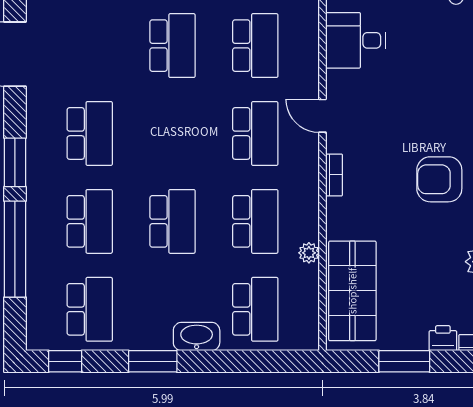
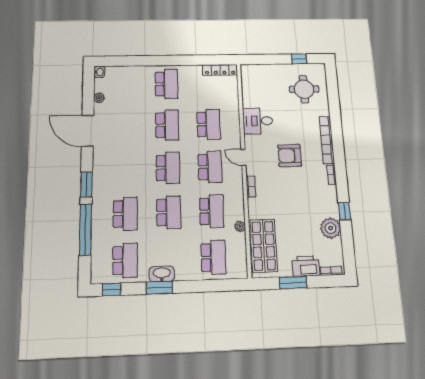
school desk: (90, 133) -> (168, 168), moved
armchair: (439, 179) -> (290, 156), moved
washbasin: (197, 337) -> (162, 274), moved
printer: (443, 338) -> (306, 266), width x1.87, depth x1.48

